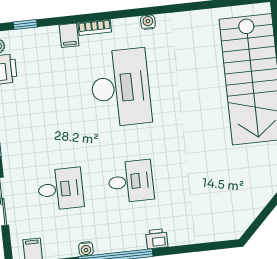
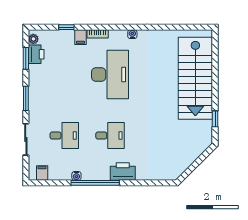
window: (25, 25) -> (66, 27), moved
printer: (157, 239) -> (123, 171), width x1.87, depth x1.48

